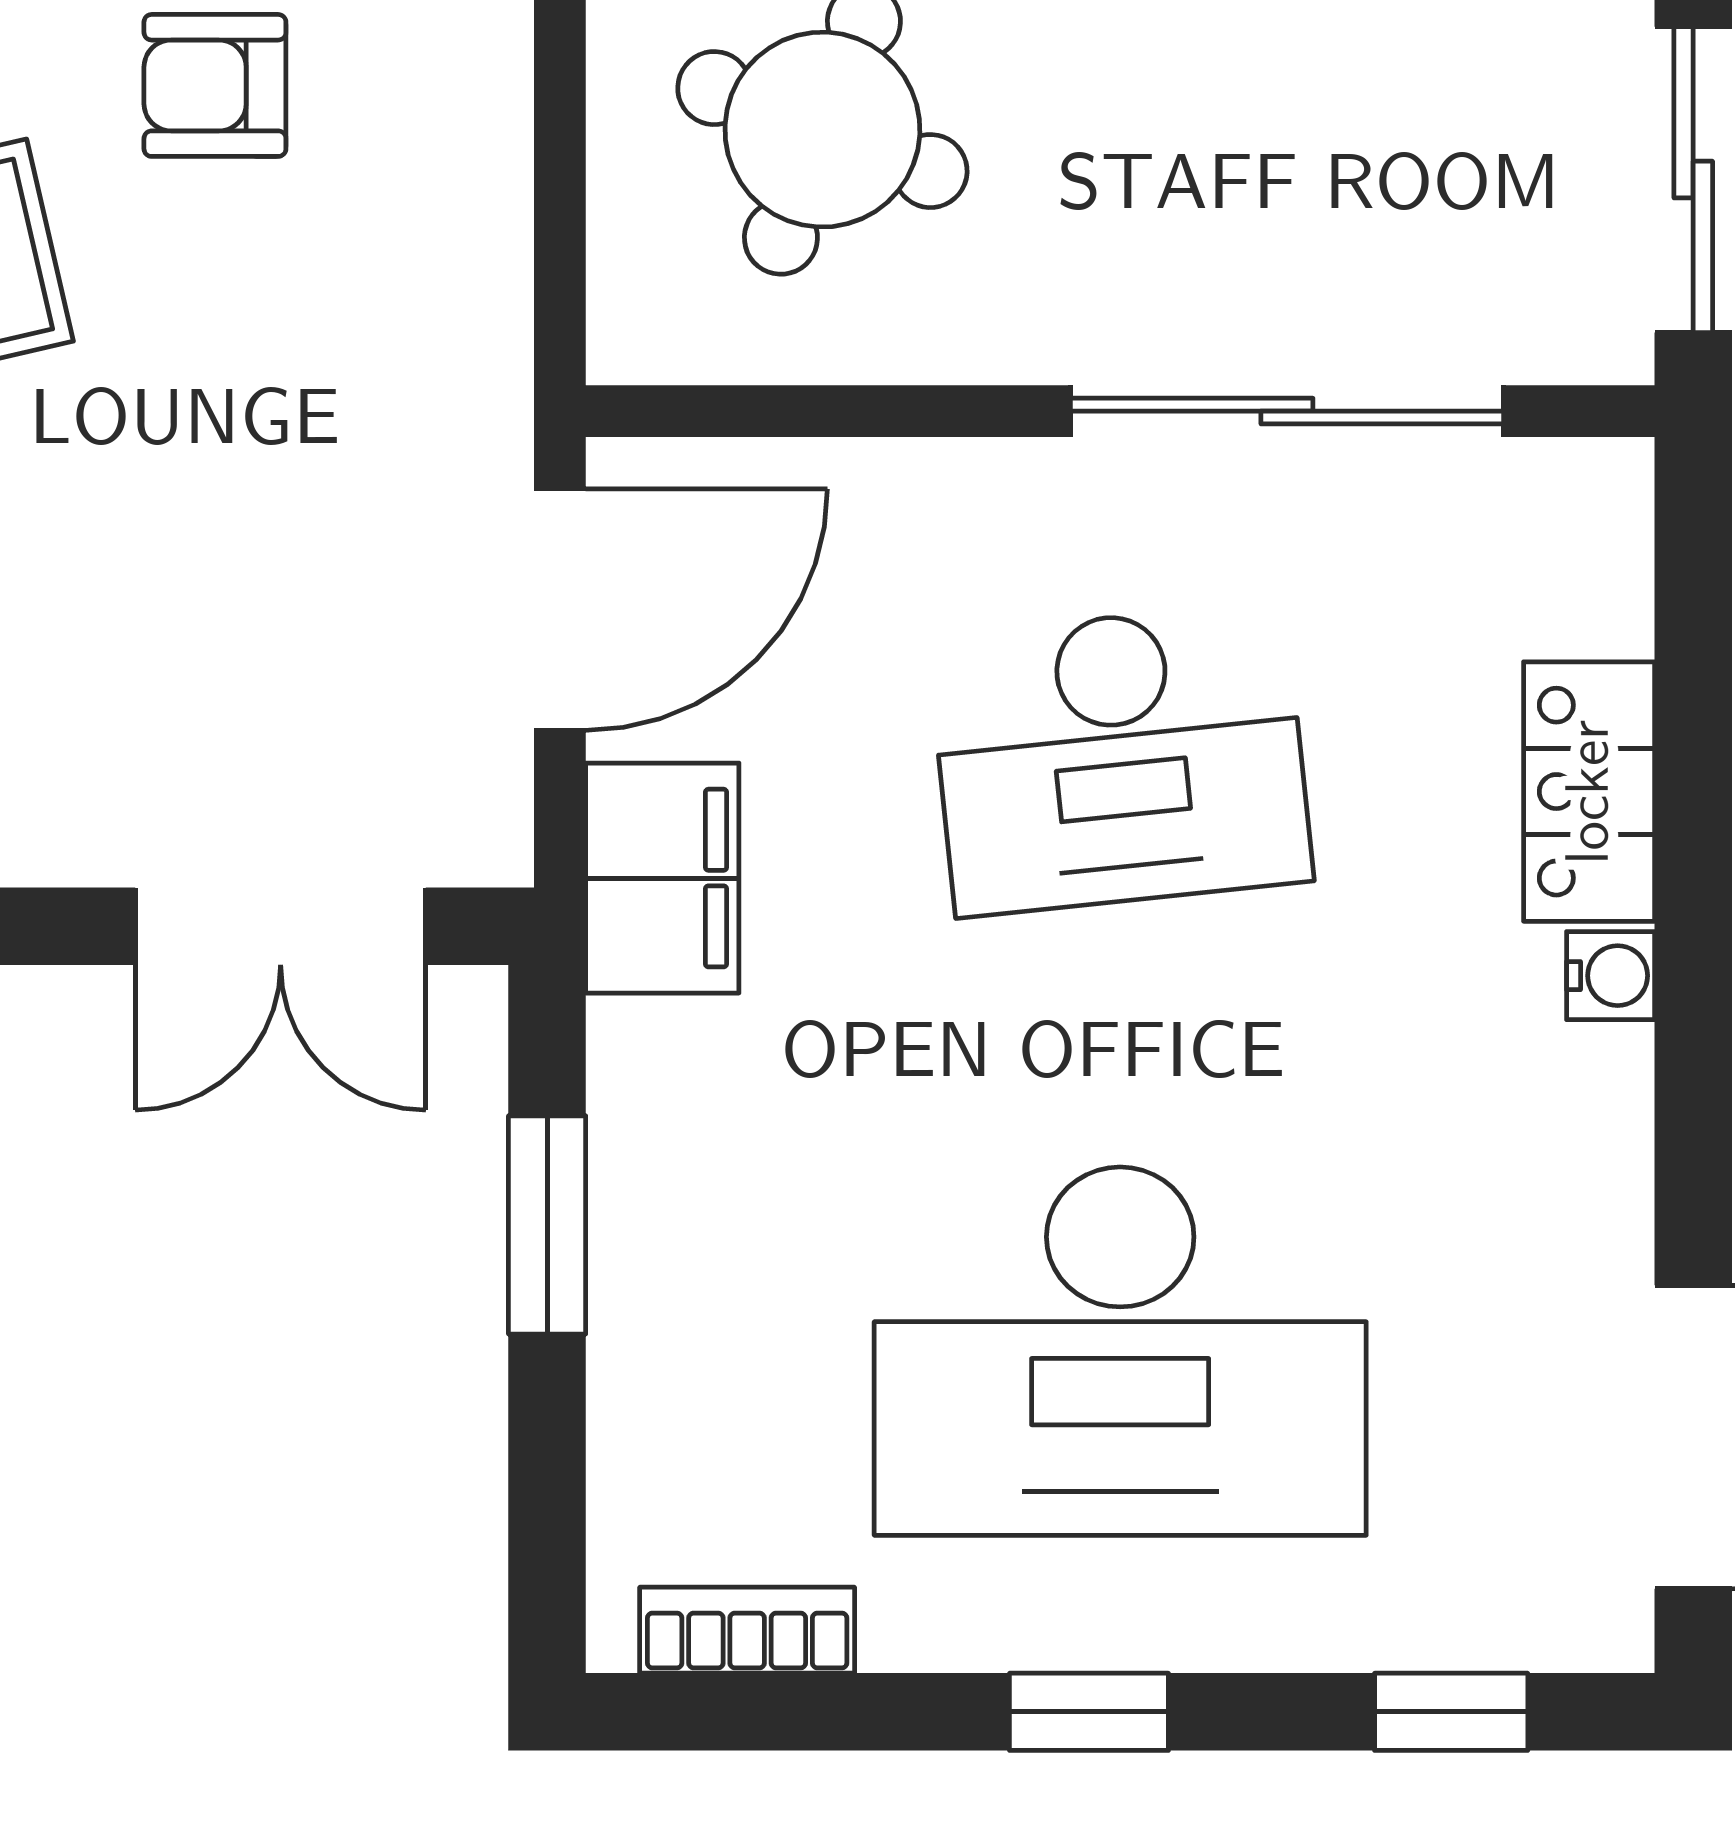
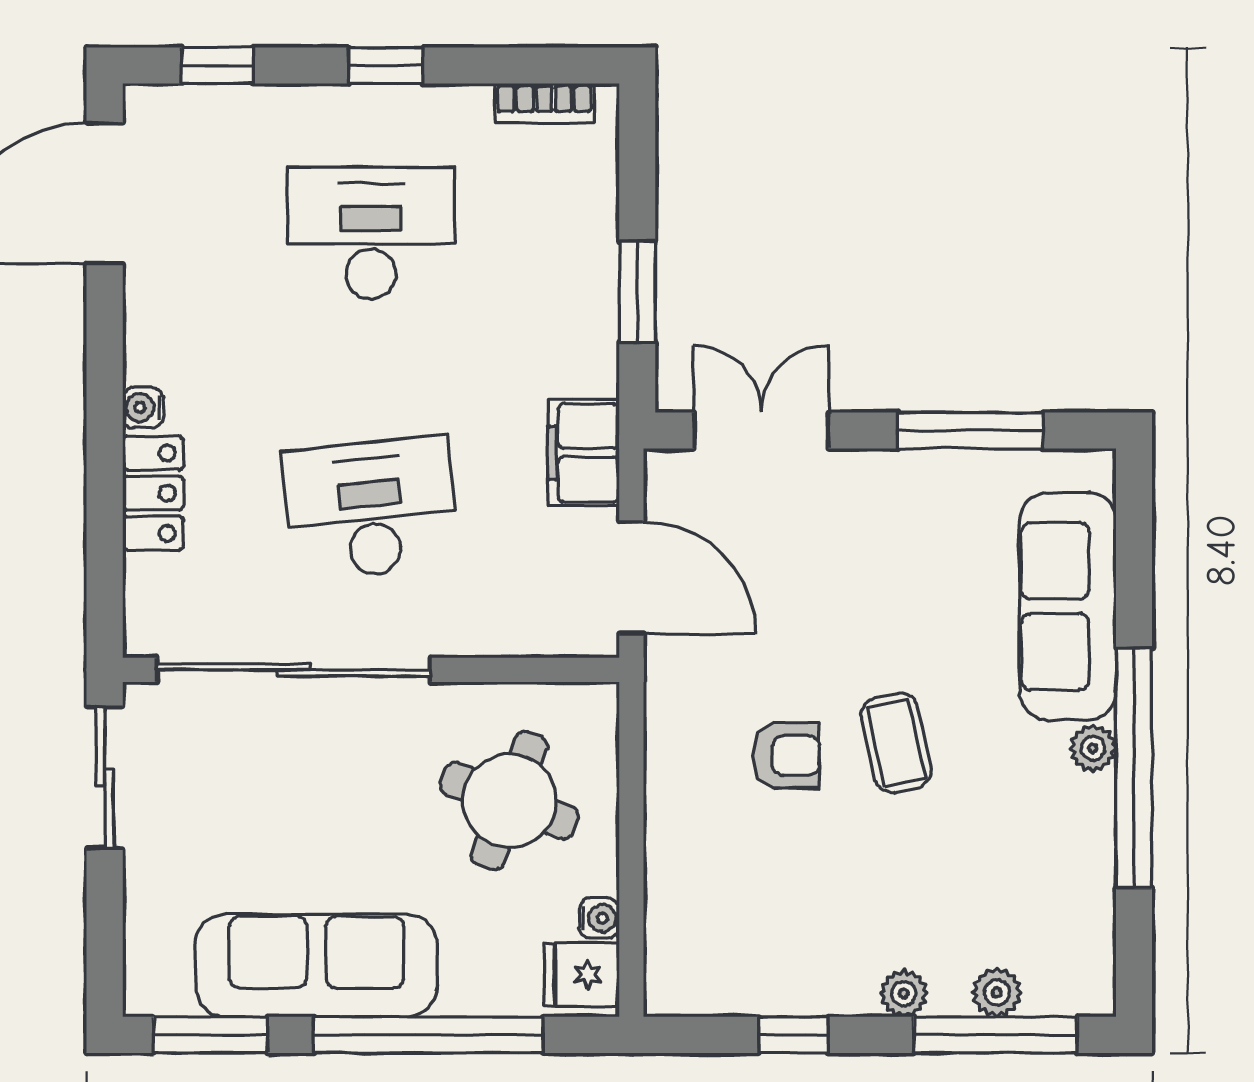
armchair: (215, 85) -> (787, 755), moved
sliding door: (1287, 411) -> (293, 670), width x1.36
door: (560, 610) -> (631, 578), swing flipped
desk: (1120, 1351) -> (371, 233), width x0.73, depth x0.77

